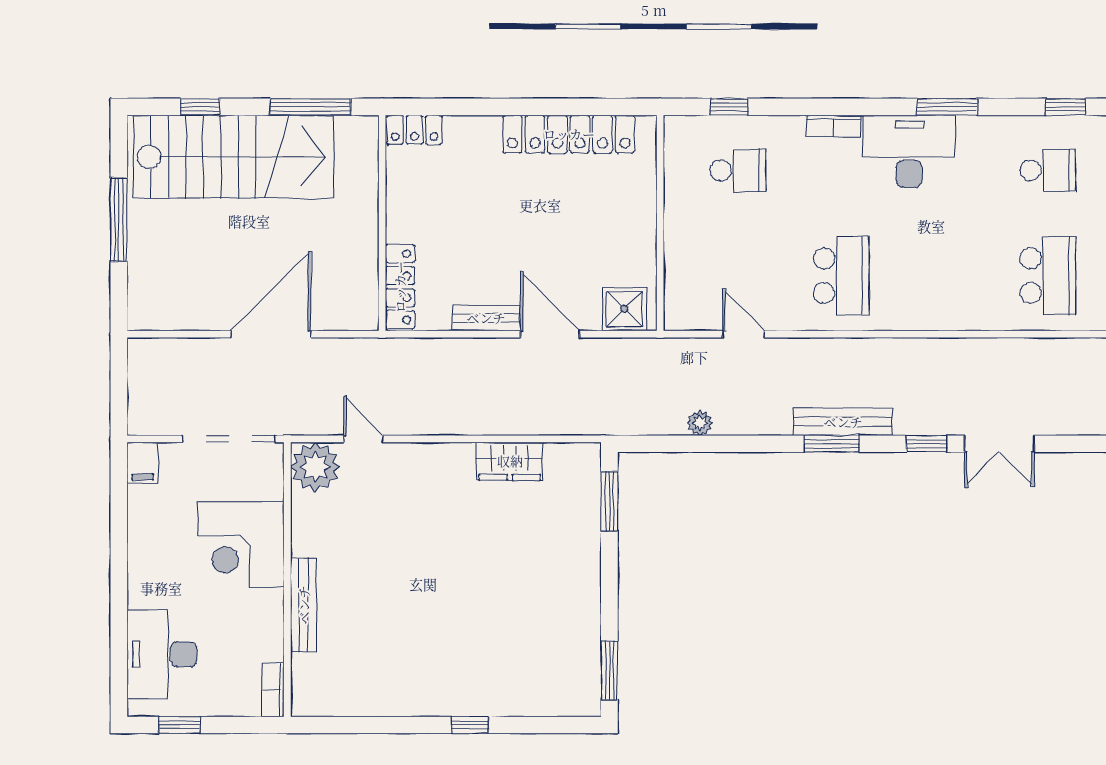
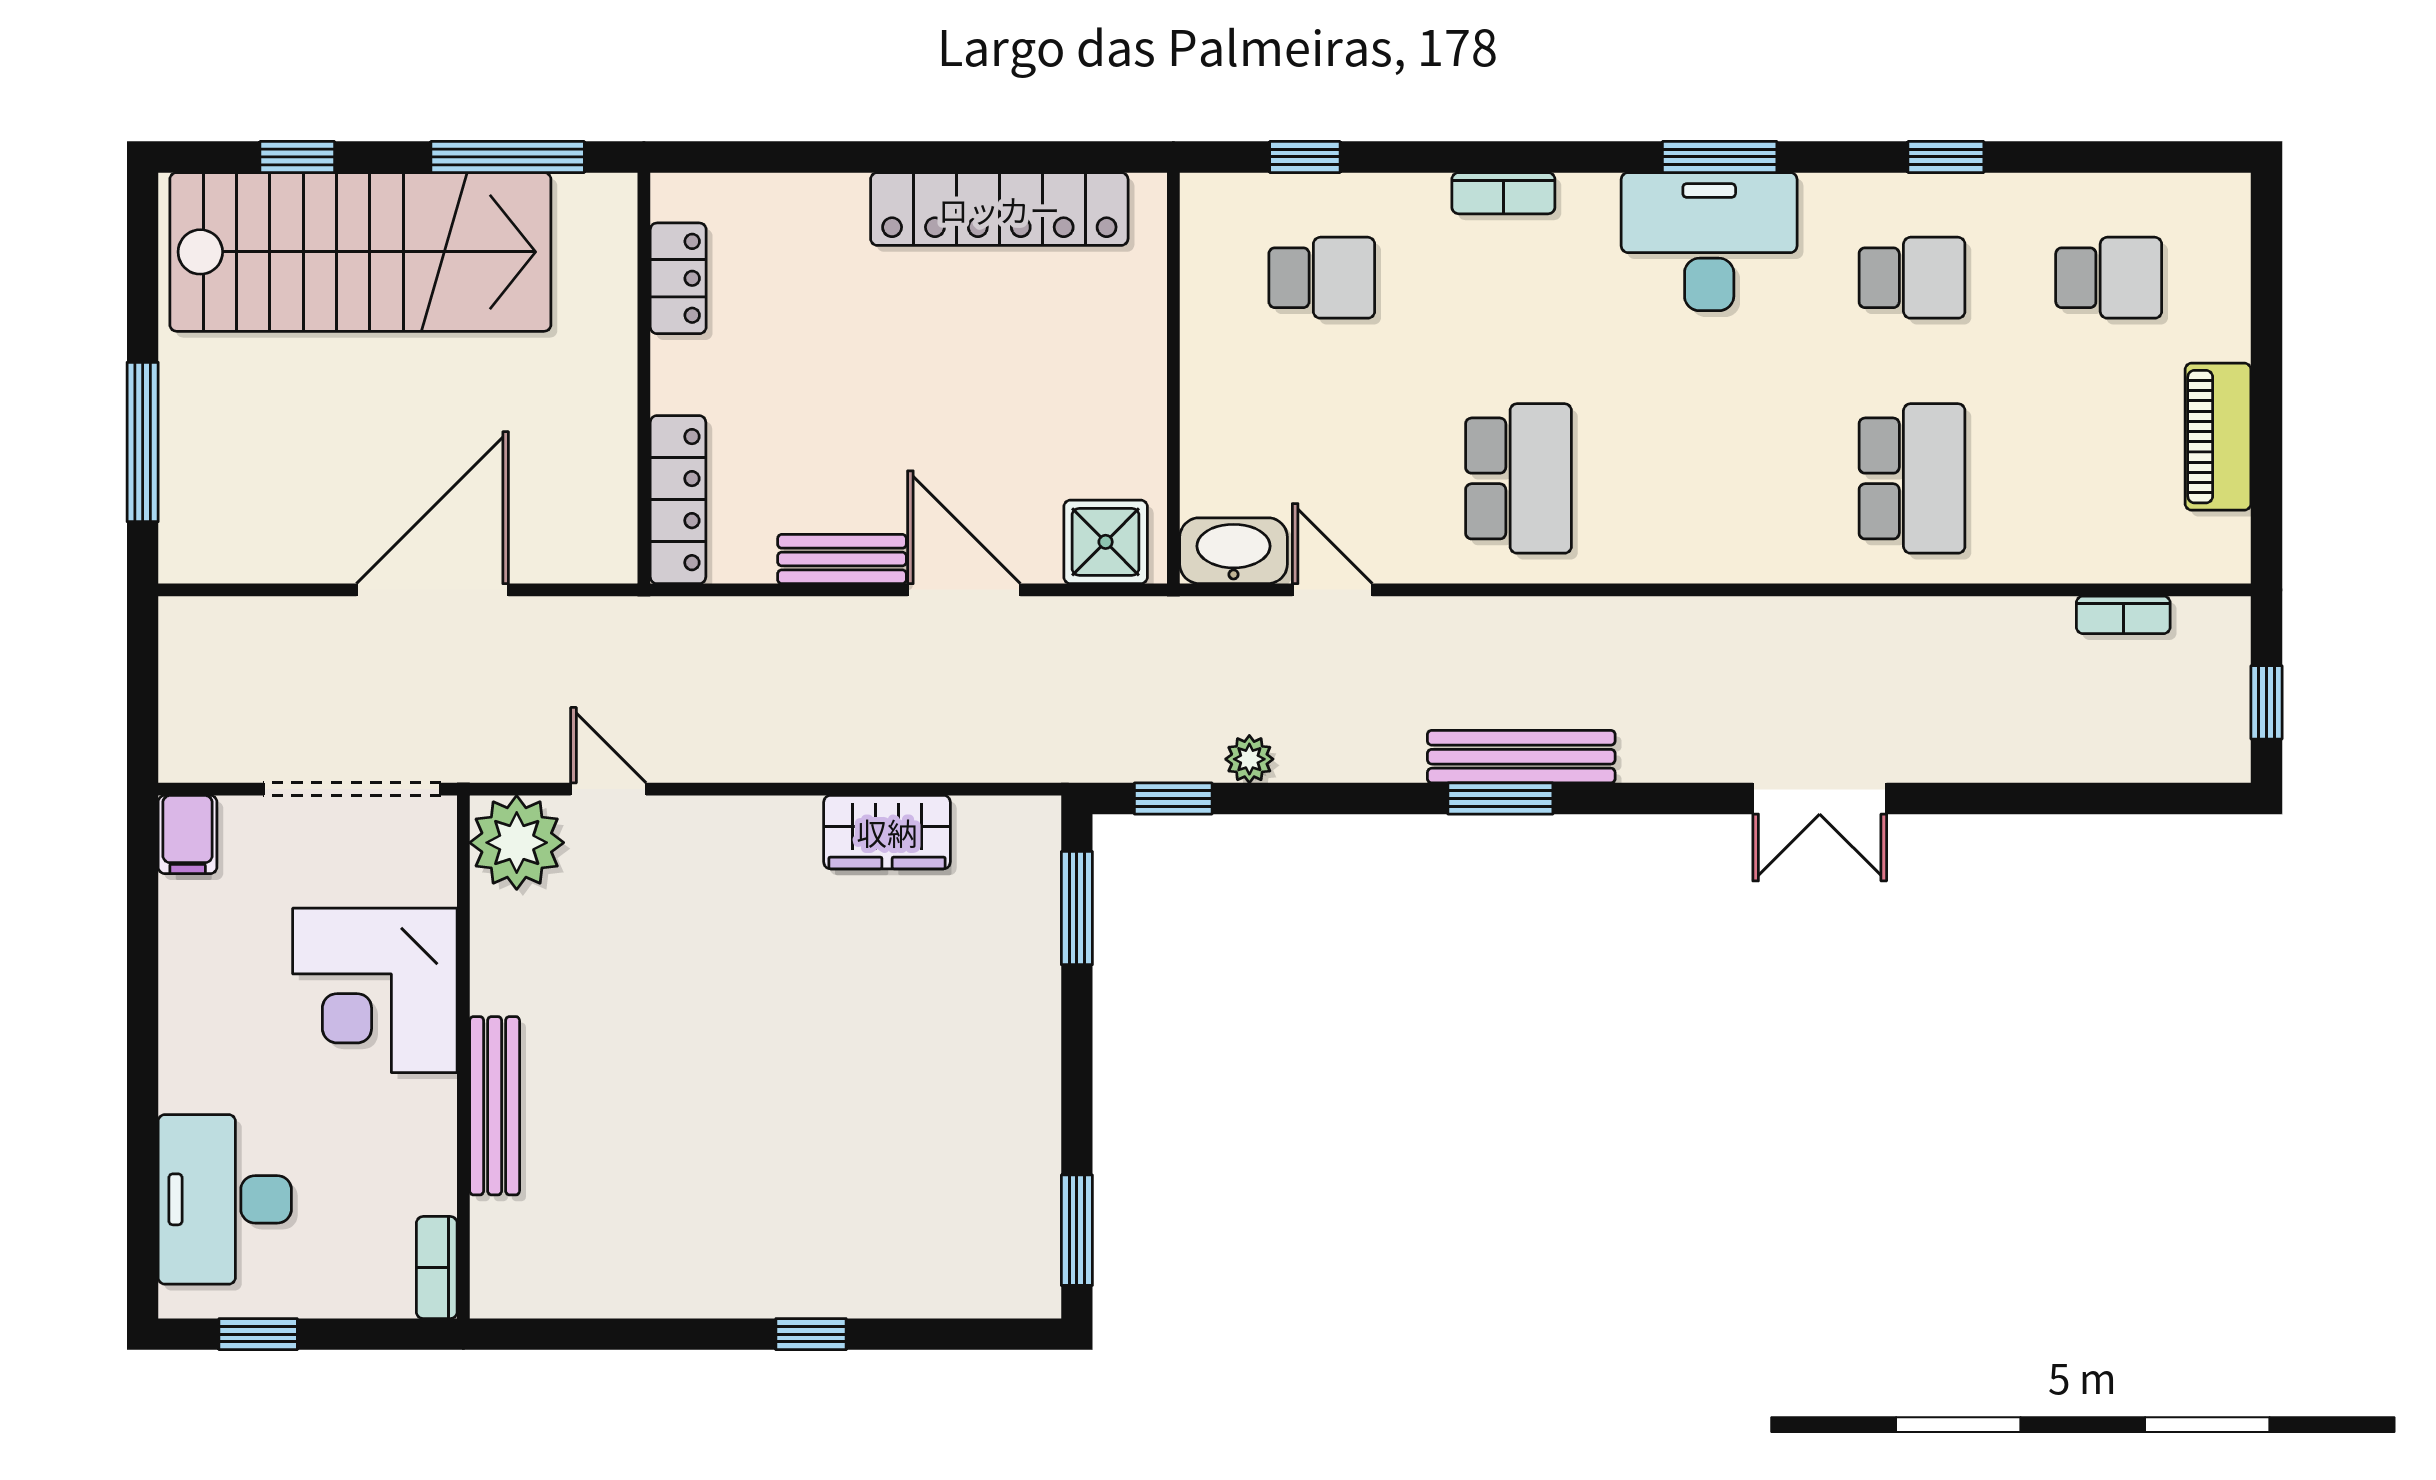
locker: (414, 130) -> (678, 278), moved, turned -90
desk: (909, 151) -> (1709, 242), moved
window: (119, 219) -> (143, 442), moved
washbasin: (692, 314) -> (1234, 551), added
window: (926, 444) -> (1173, 799), moved

